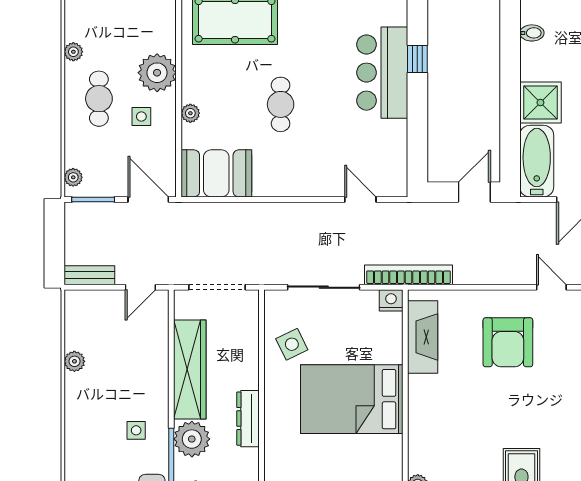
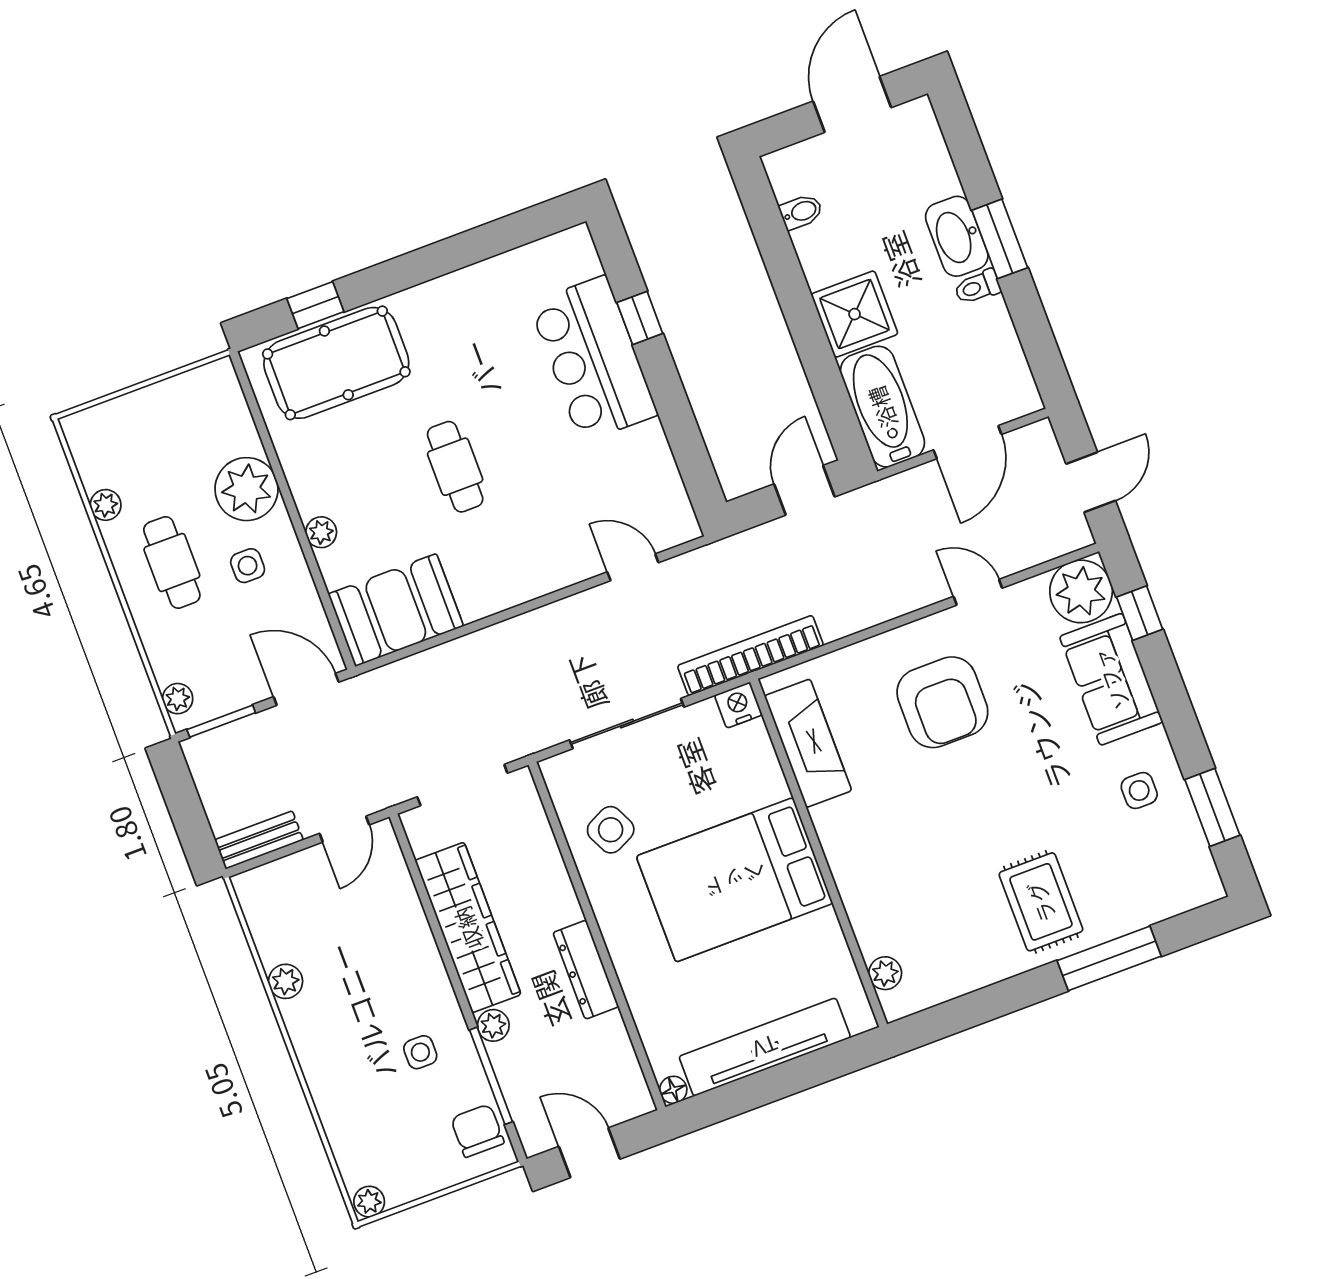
plant: (192, 439) -> (493, 1025), width x0.53, depth x0.53

